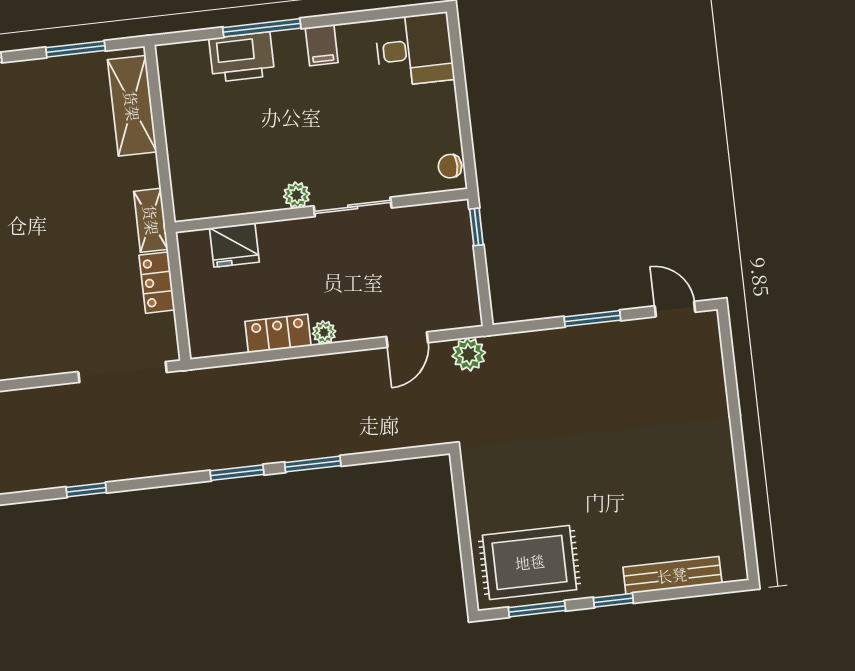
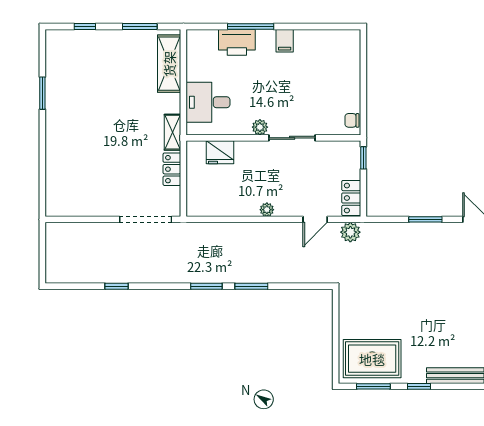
desk: (414, 50) -> (208, 102), moved, turned 180
locker: (278, 334) -> (351, 198), moved, turned -90

